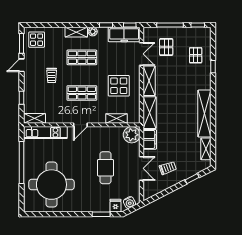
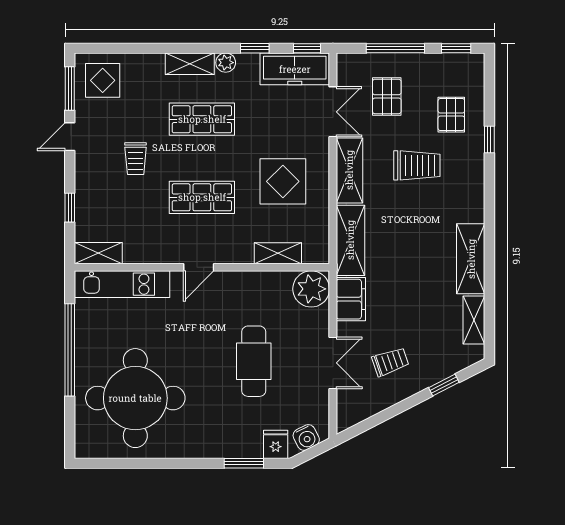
trolley: (180, 78) -> (417, 165), added
shelving: (204, 114) -> (471, 259), width x0.68

